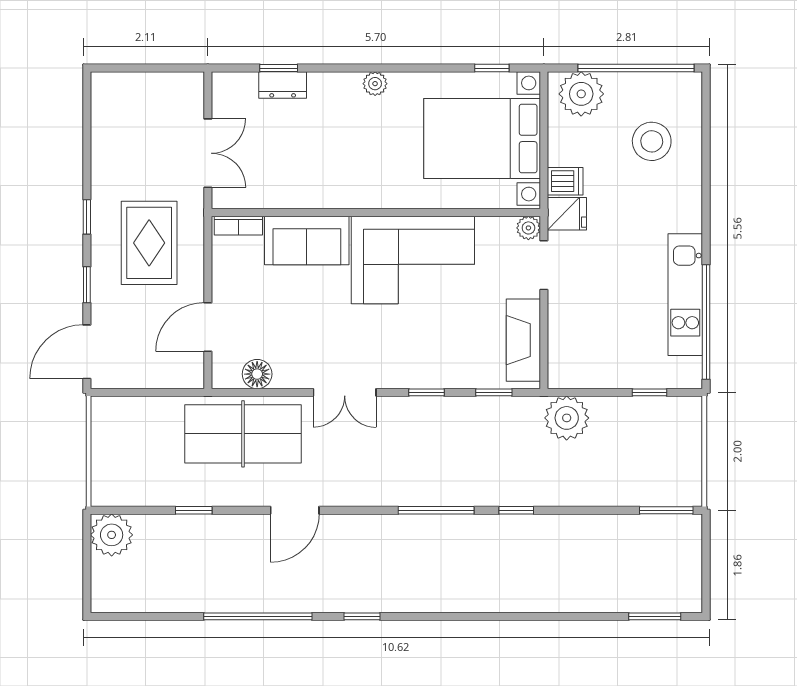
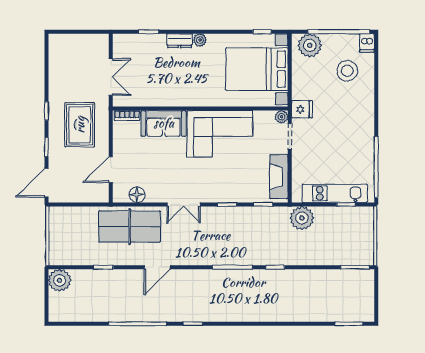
dresser: (283, 85) -> (180, 41), moved
dishwasher: (565, 181) -> (367, 43), moved, turned 90
kitchen unit: (685, 295) -> (335, 193), moved, turned 90

